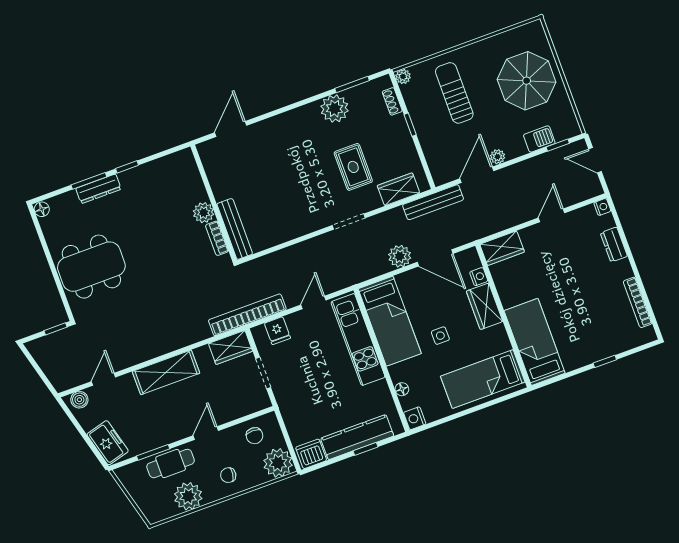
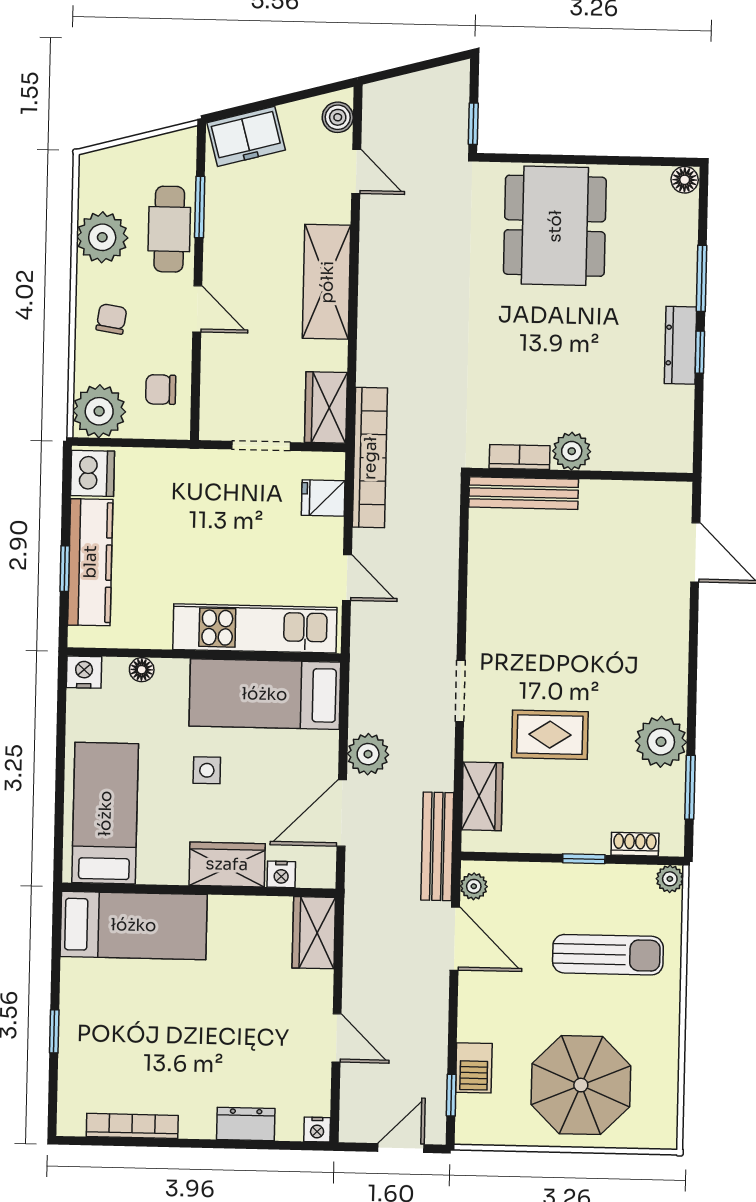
plant: (498, 157) -> (474, 886), moved
dresser: (98, 189) -> (680, 345), moved

